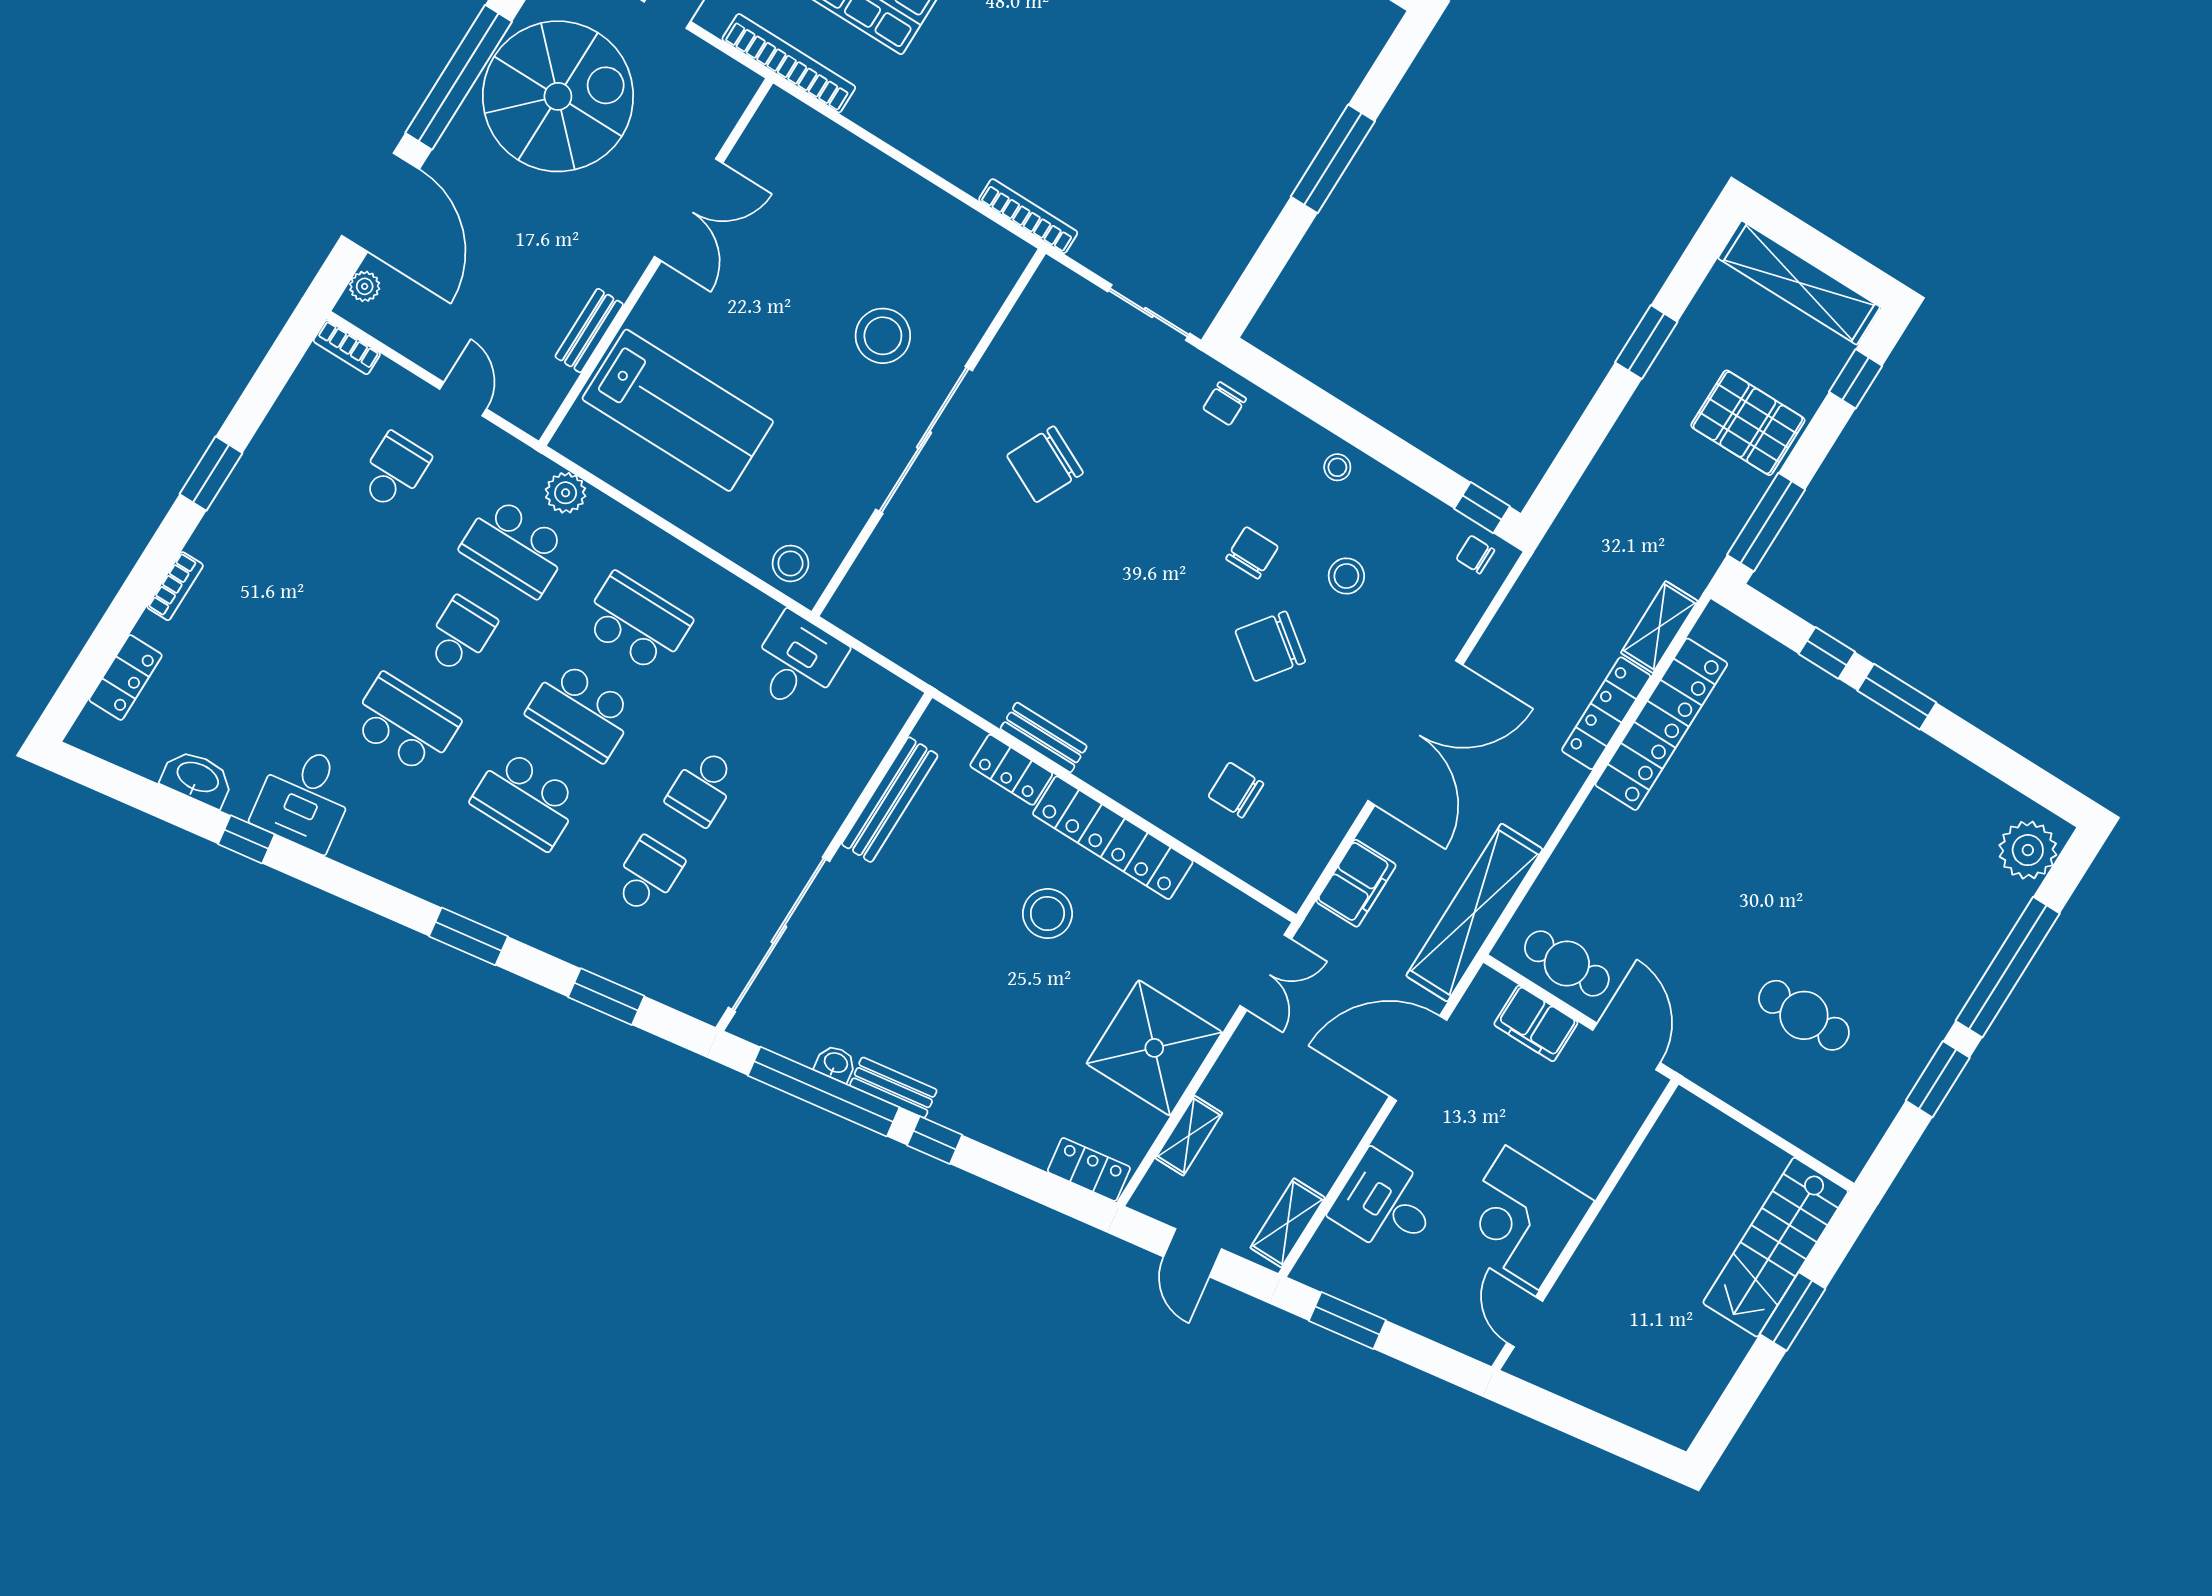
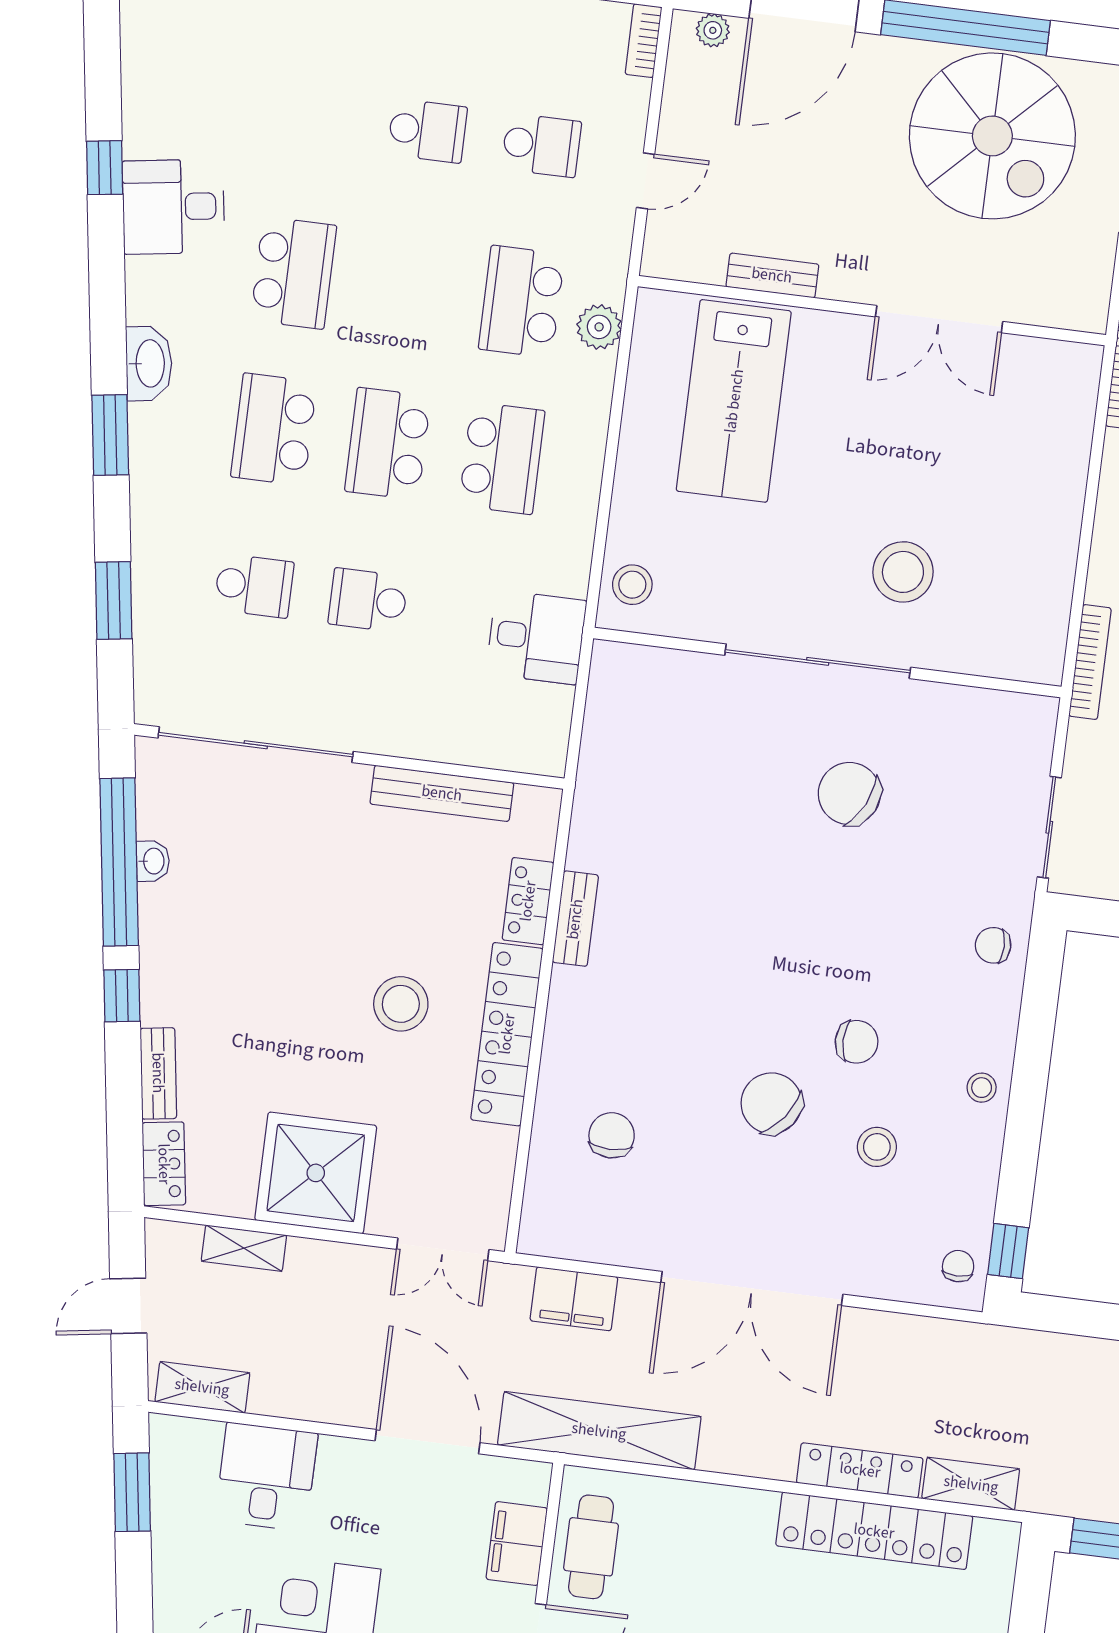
school desk: (460, 635) -> (427, 131), moved
washbasin: (197, 778) -> (149, 363), moved
bench: (893, 1088) -> (158, 1073), moved

